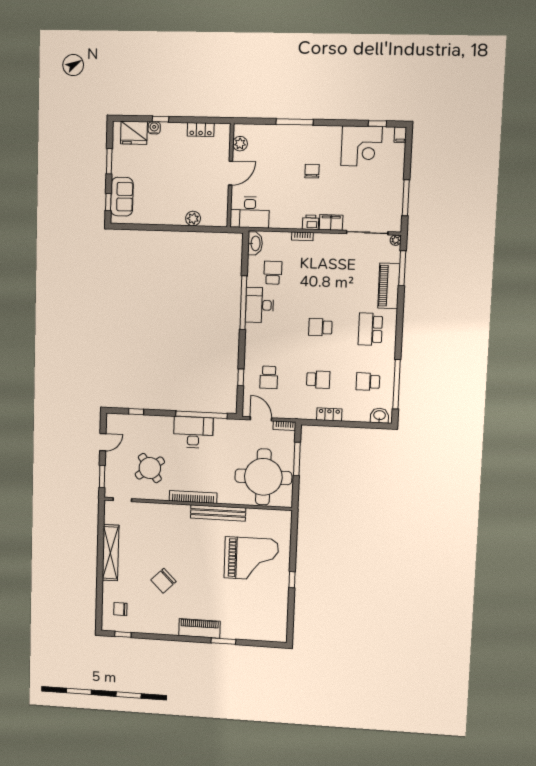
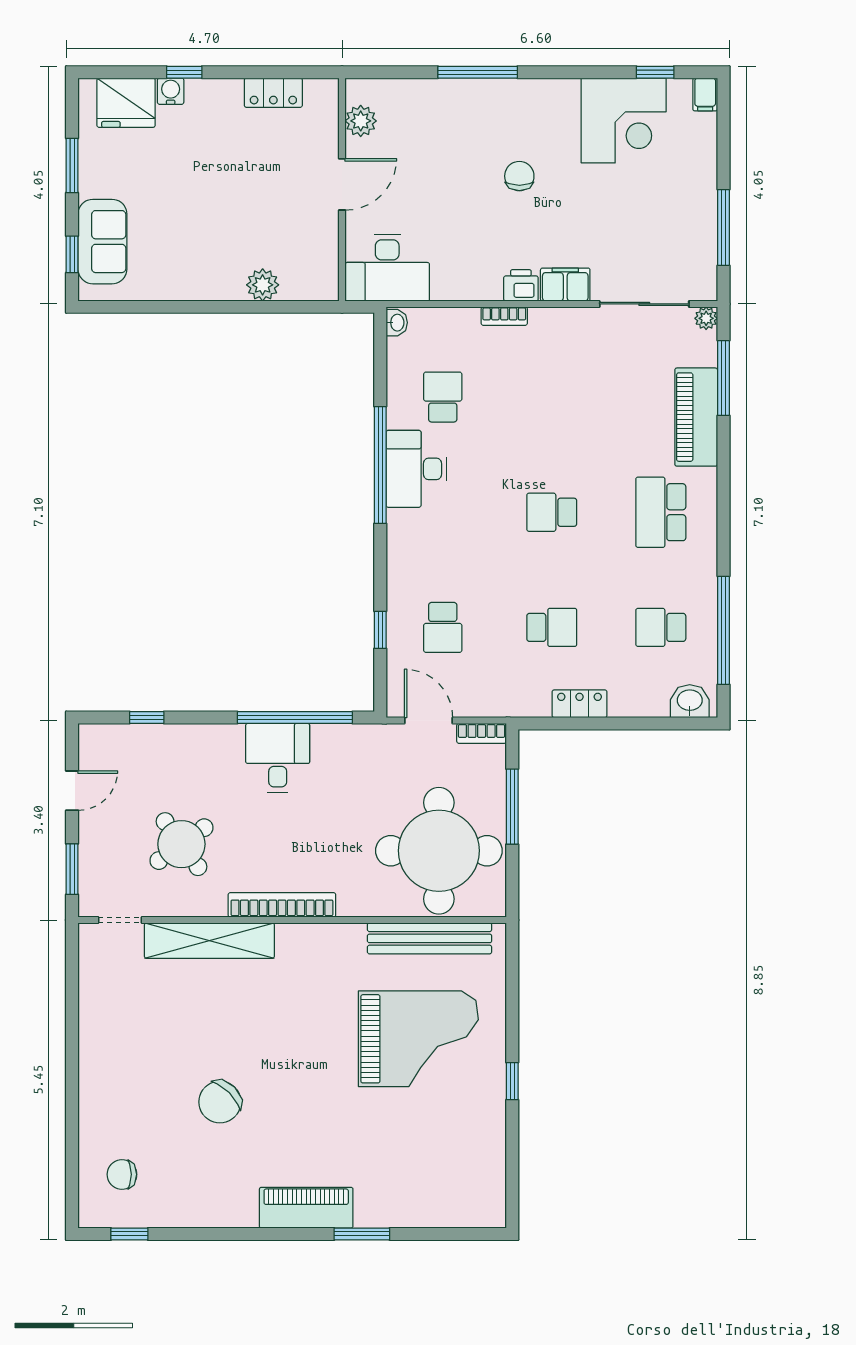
washbasin: (255, 243) -> (397, 323), width x0.52, depth x0.69
desk: (193, 432) -> (278, 758), width x0.73
bench: (218, 513) -> (430, 938), moved
shelving: (110, 553) -> (209, 941), moved, turned 90

